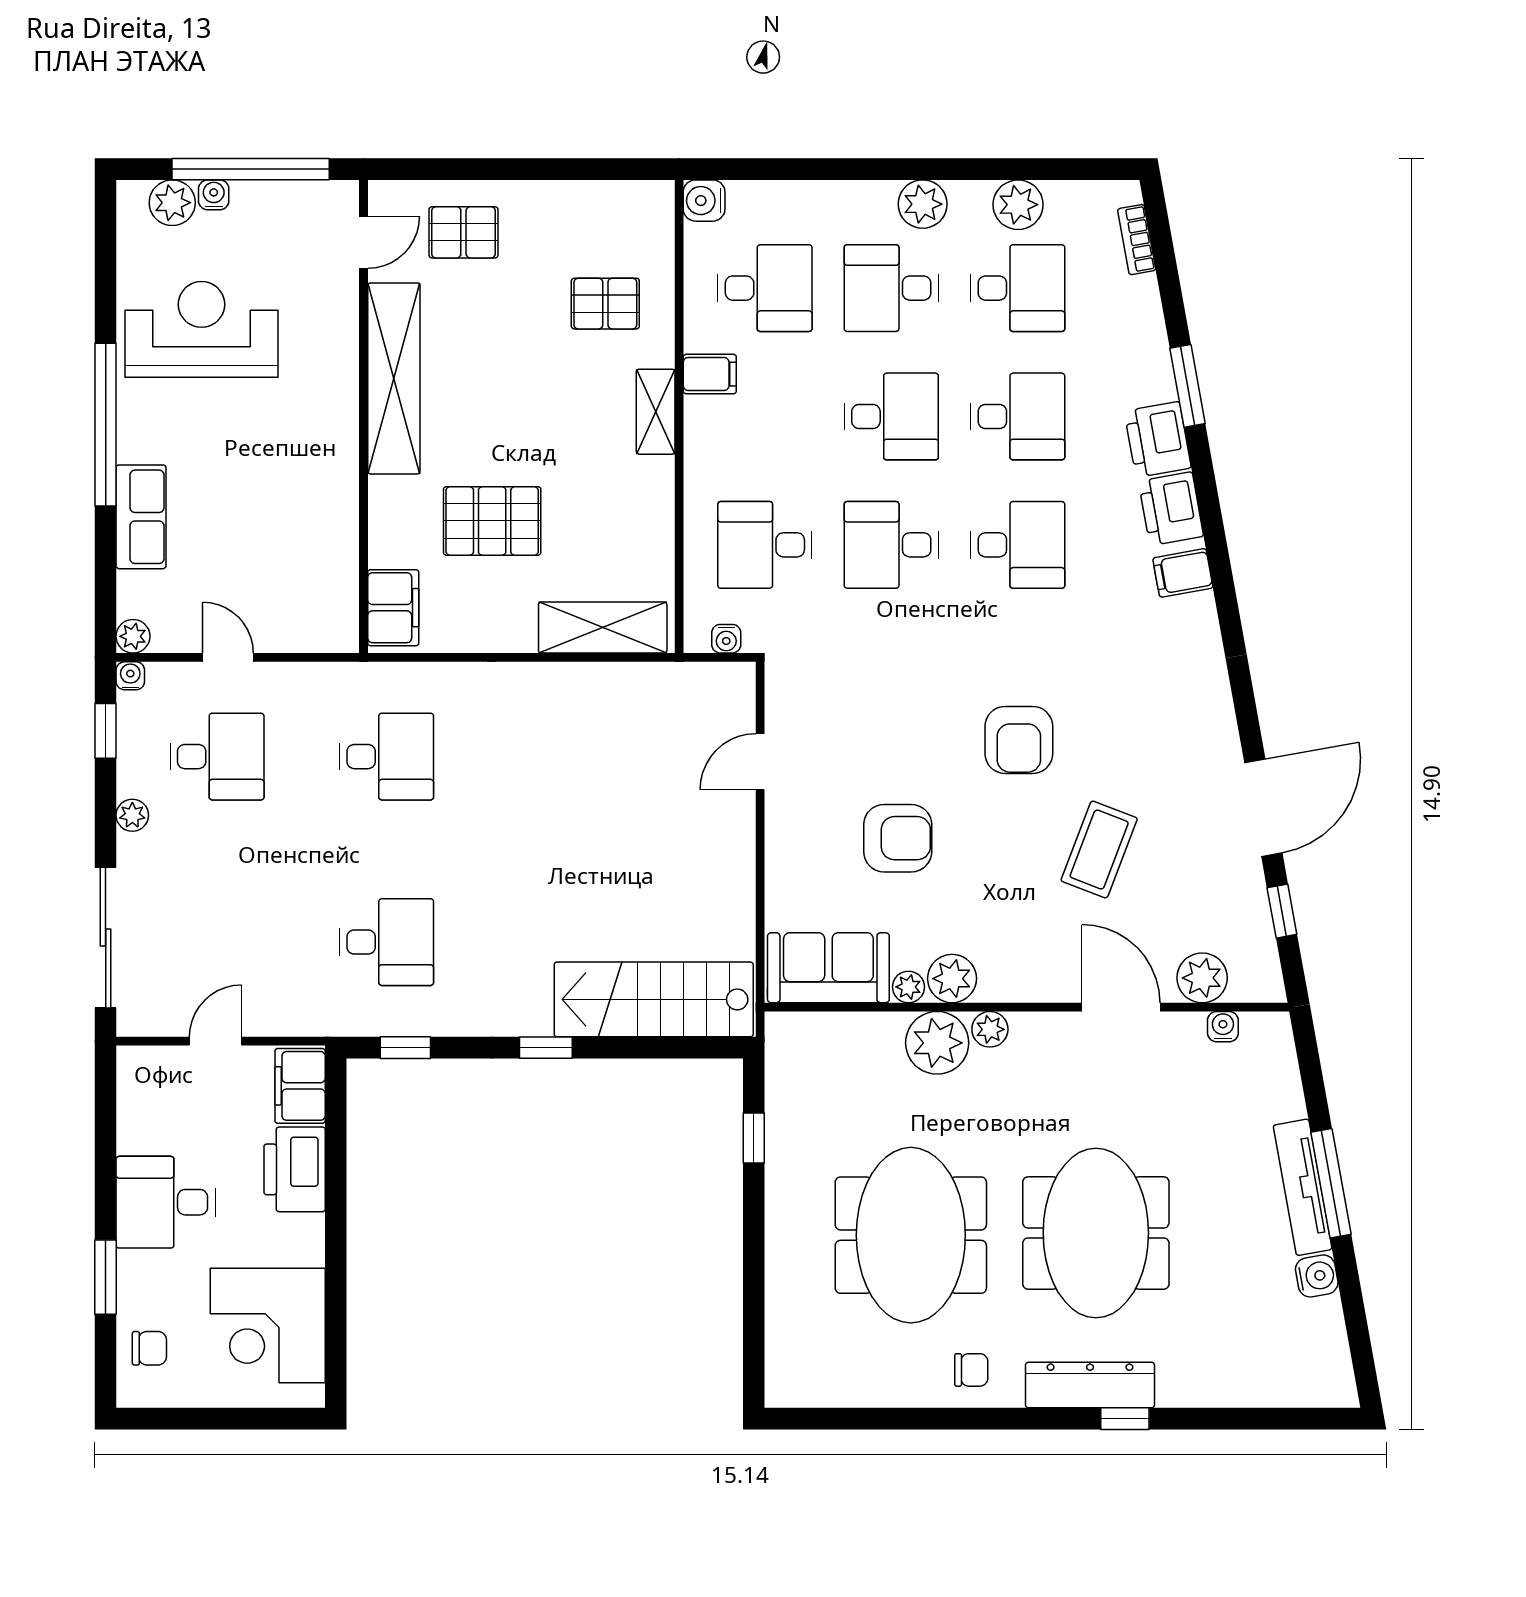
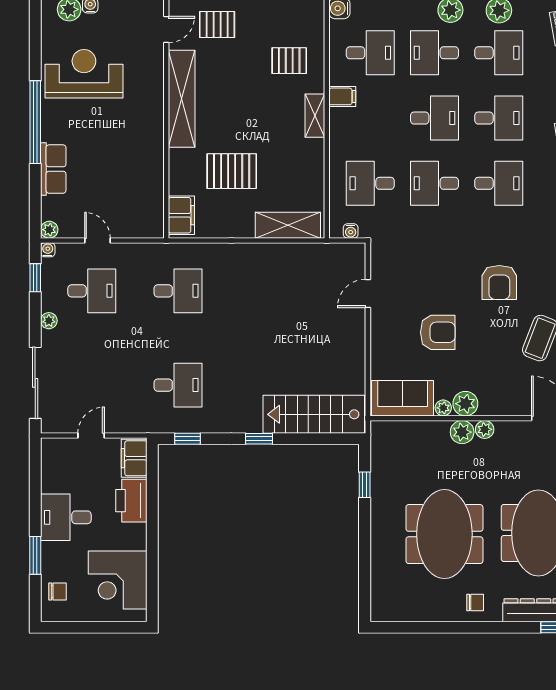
plant: (937, 1043) -> (462, 432), width x0.73, depth x0.73

